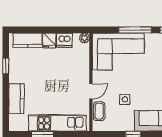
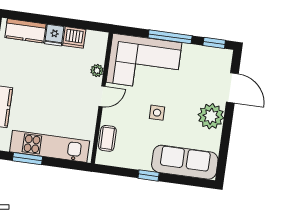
plant: (84, 38) -> (97, 71), moved
door: (91, 91) -> (102, 96), moved
side table: (125, 99) -> (157, 113), moved

